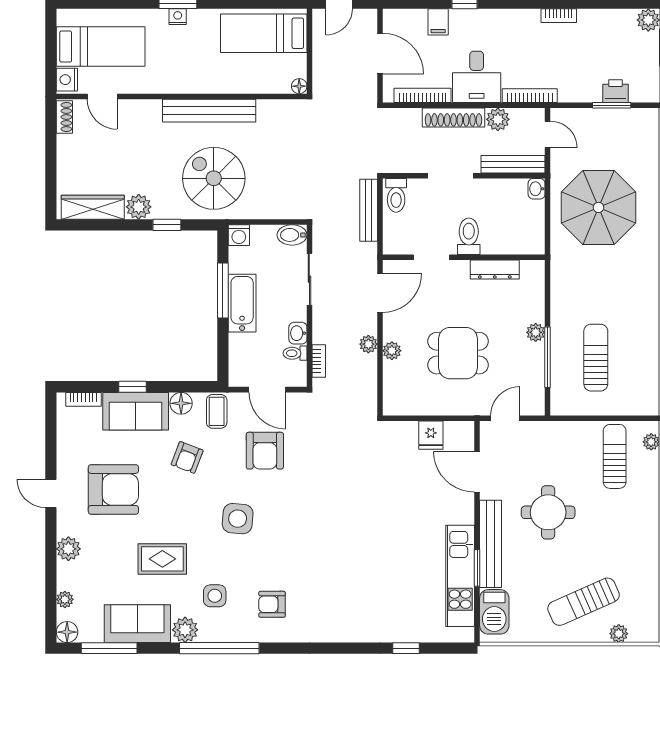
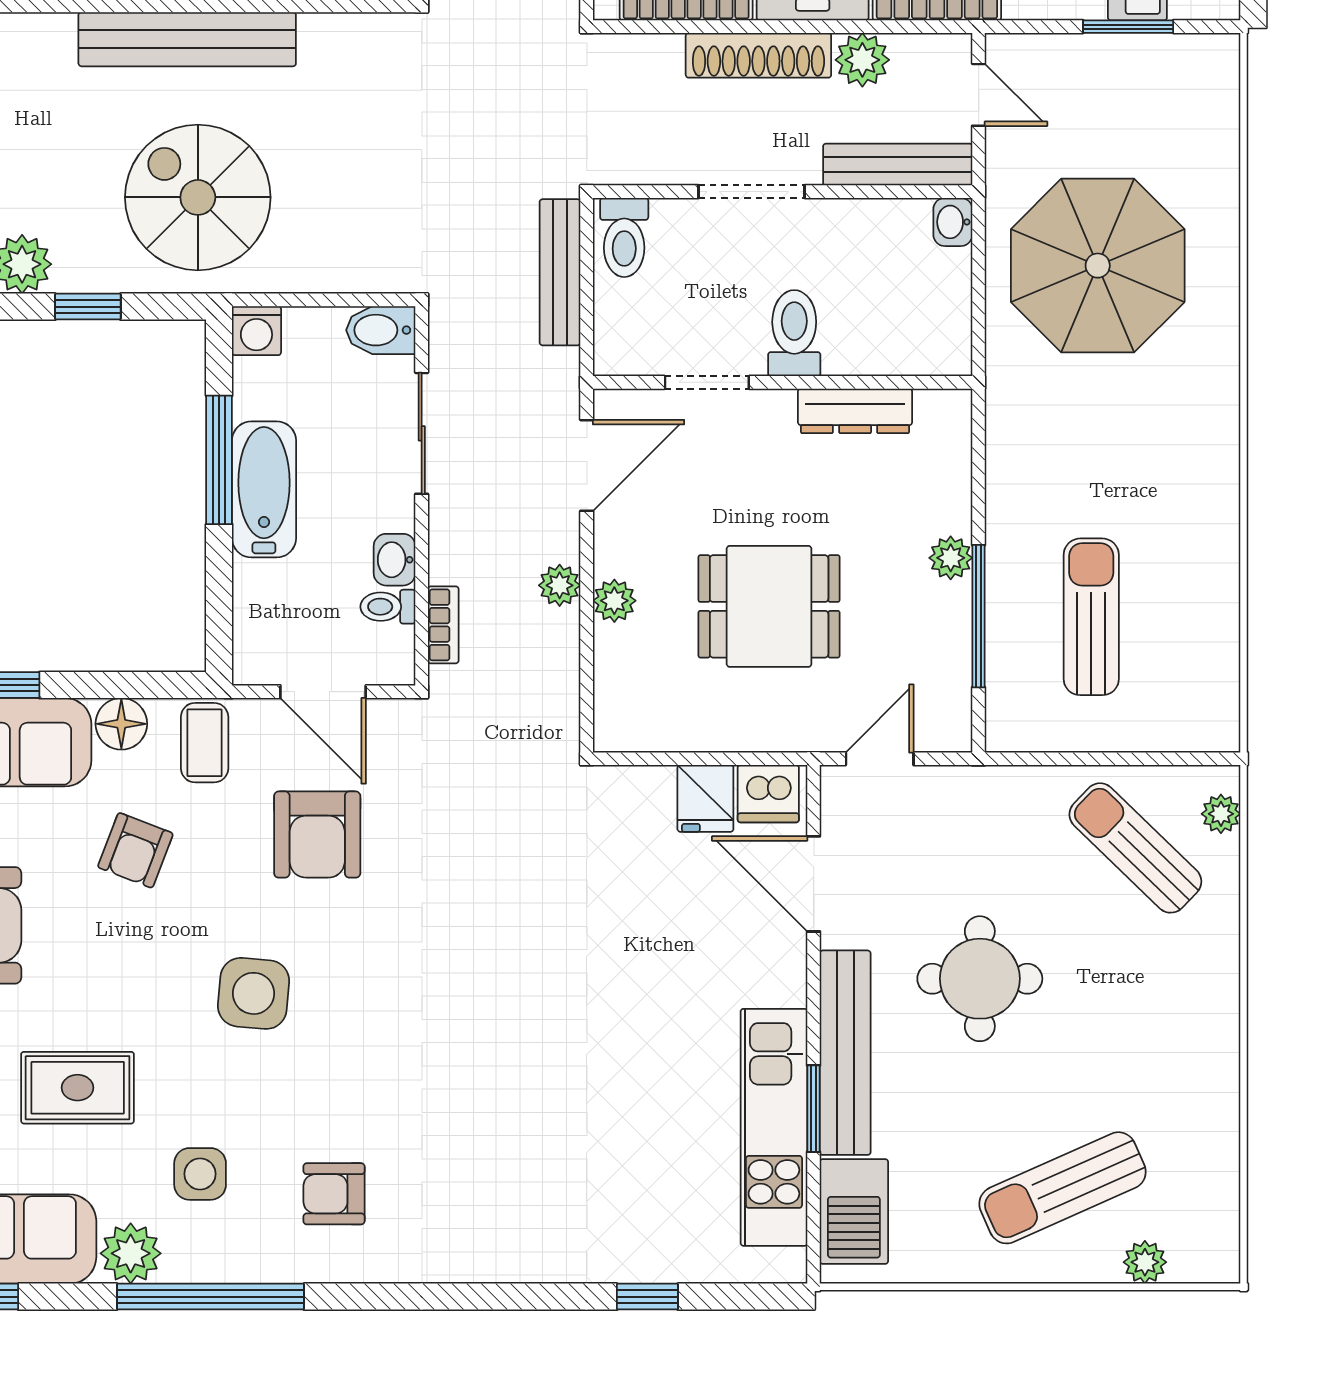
dishwasher: (458, 433) -> (768, 794), added
sun lounger: (615, 456) -> (1135, 848), turned -46

